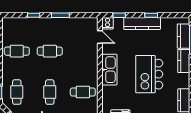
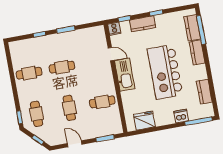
kitchen counter: (142, 23) -> (143, 24), width x0.67
door: (100, 37) -> (111, 54), moved
kitchen island: (149, 74) -> (165, 72), width x1.37

